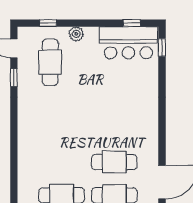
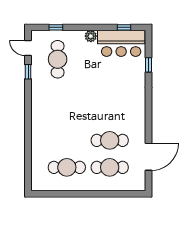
plant: (76, 34) -> (91, 36), moved
window: (162, 47) -> (148, 65), moved

